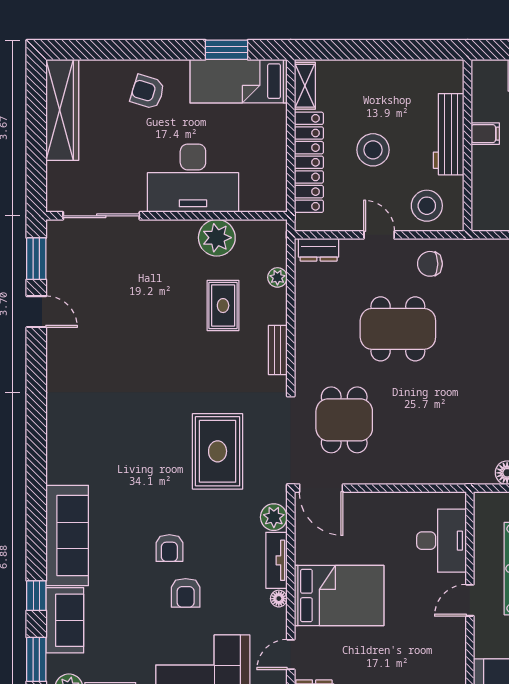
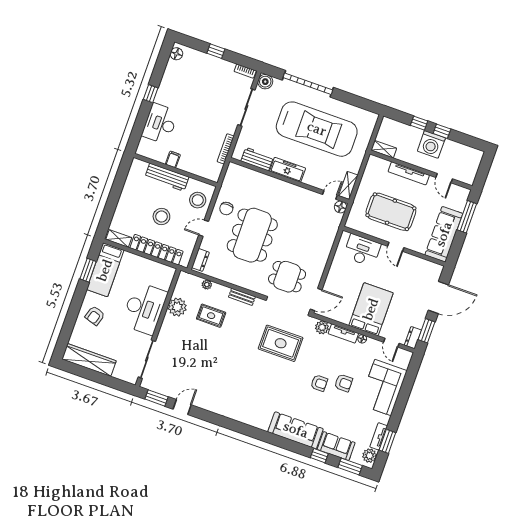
dining table: (398, 329) -> (252, 235), width x1.36, depth x1.24

